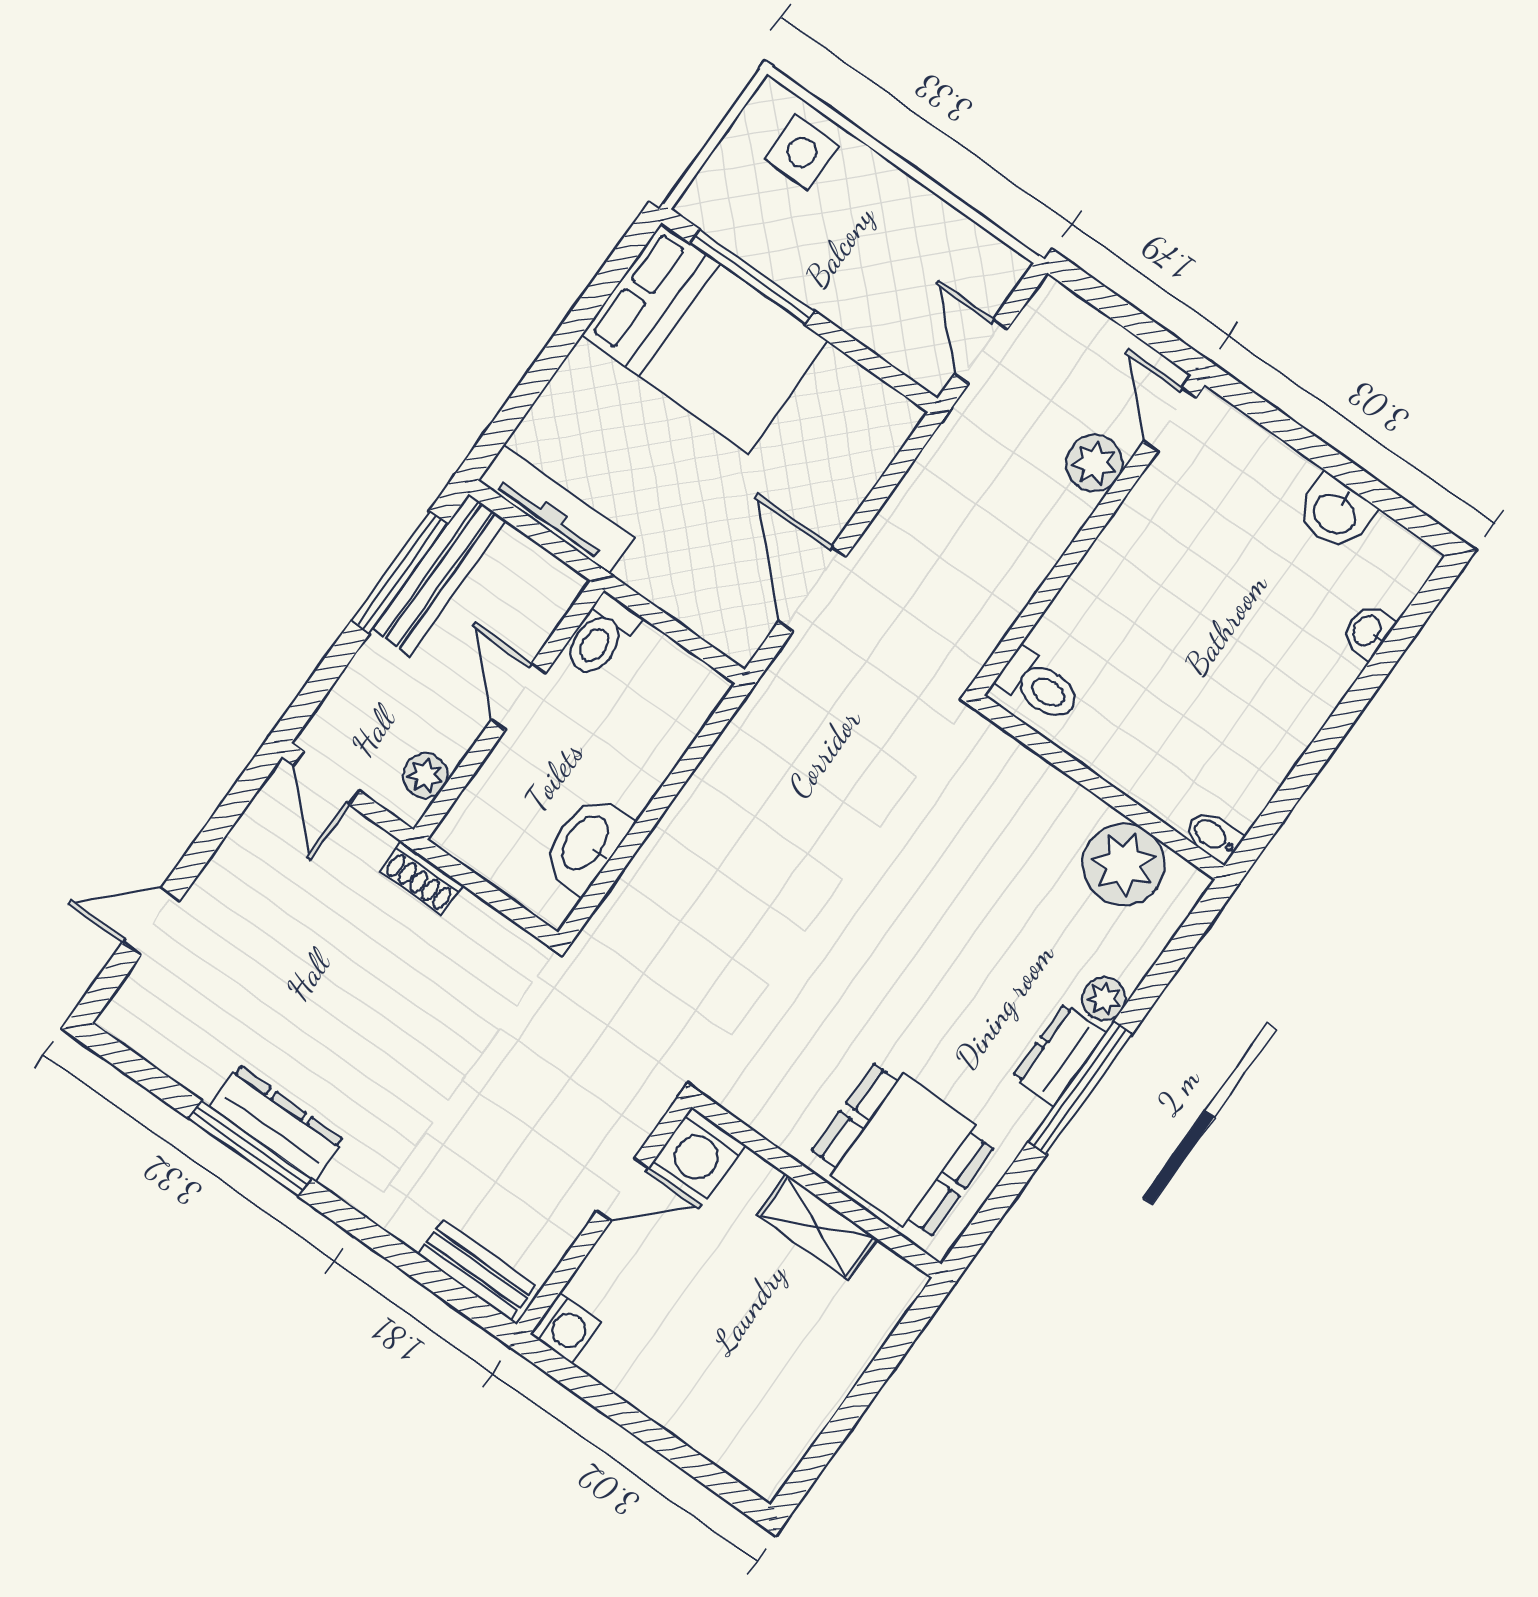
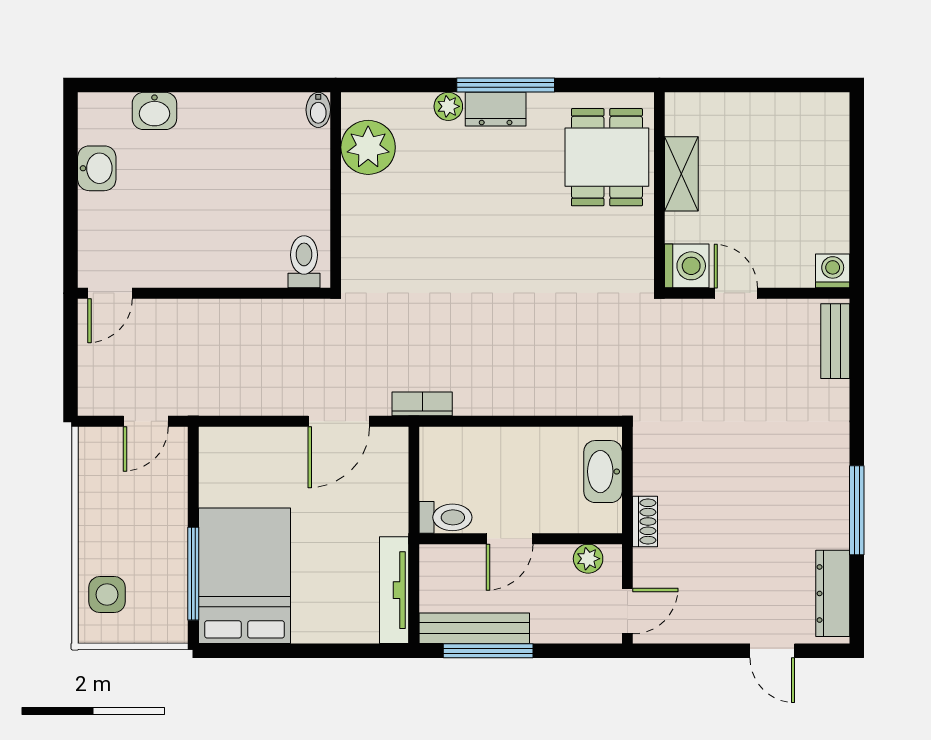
plant: (1094, 463) -> (163, 317), removed
washbasin: (1368, 631) -> (154, 111), width x1.38, depth x1.45
bookcase: (761, 707) -> (422, 404), added
washbasin: (586, 844) -> (603, 472), moved, turned 90
dresser: (277, 1123) -> (833, 593), moved

